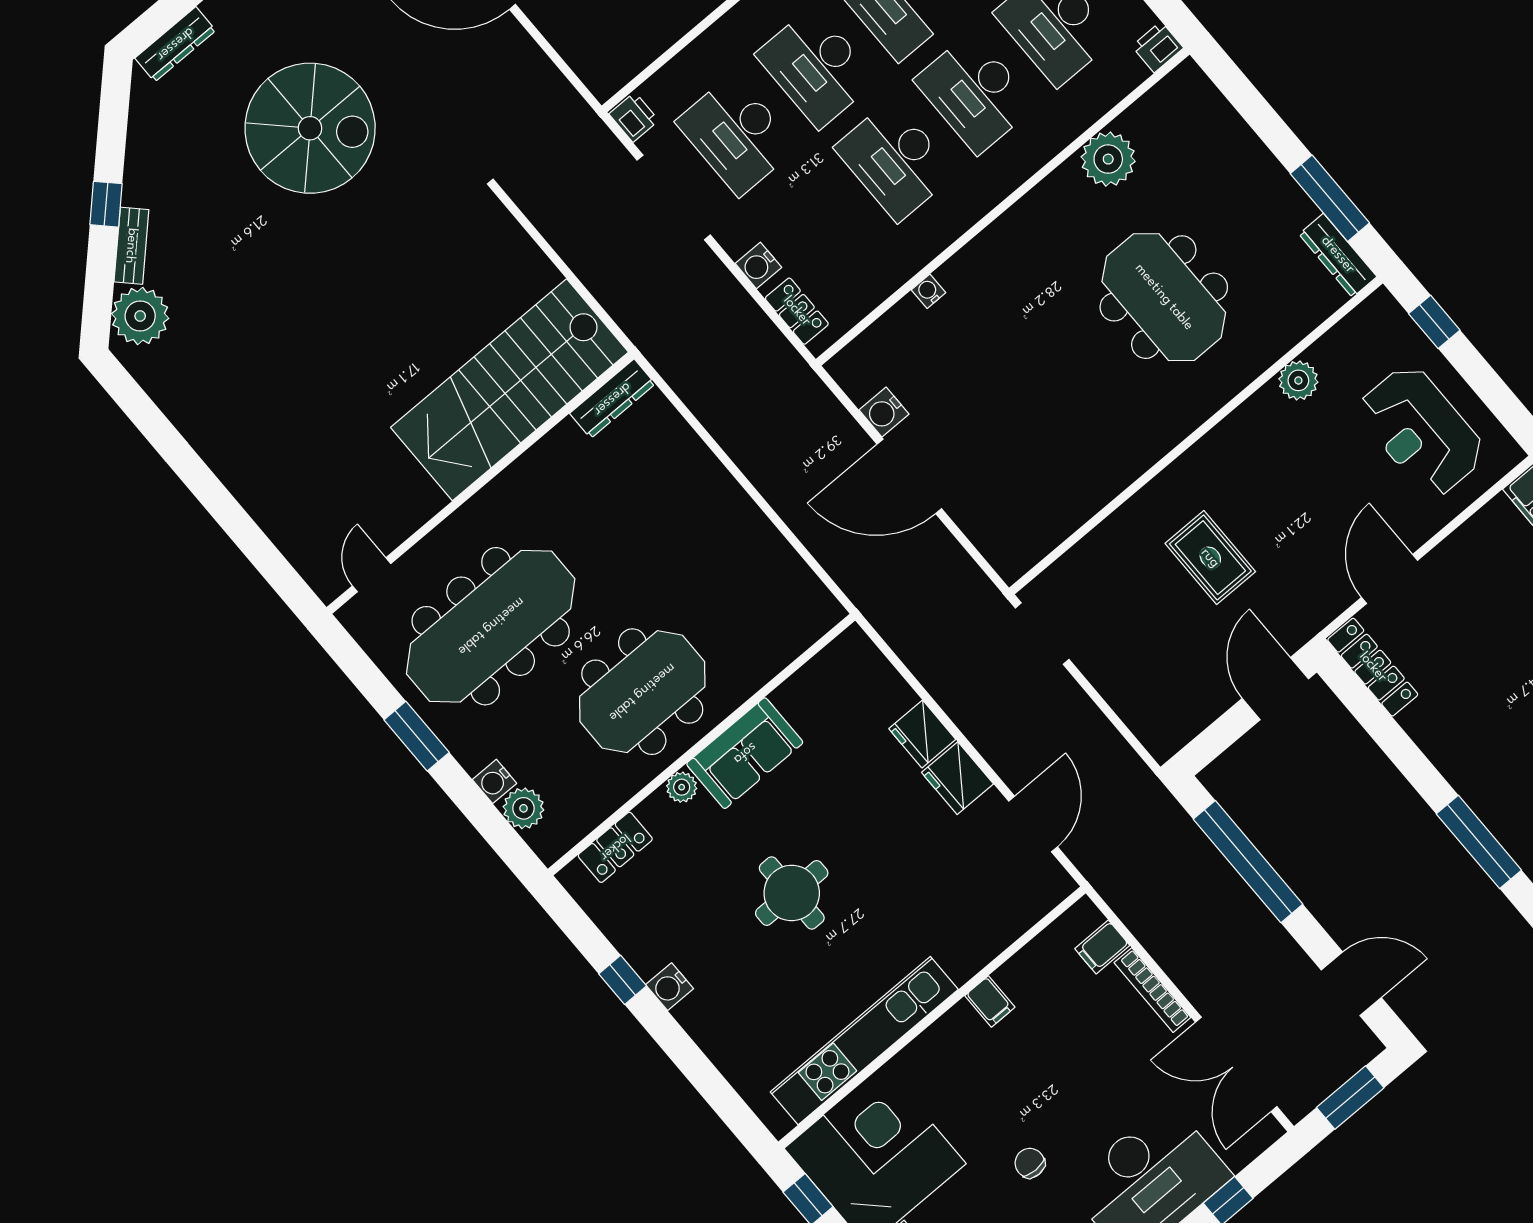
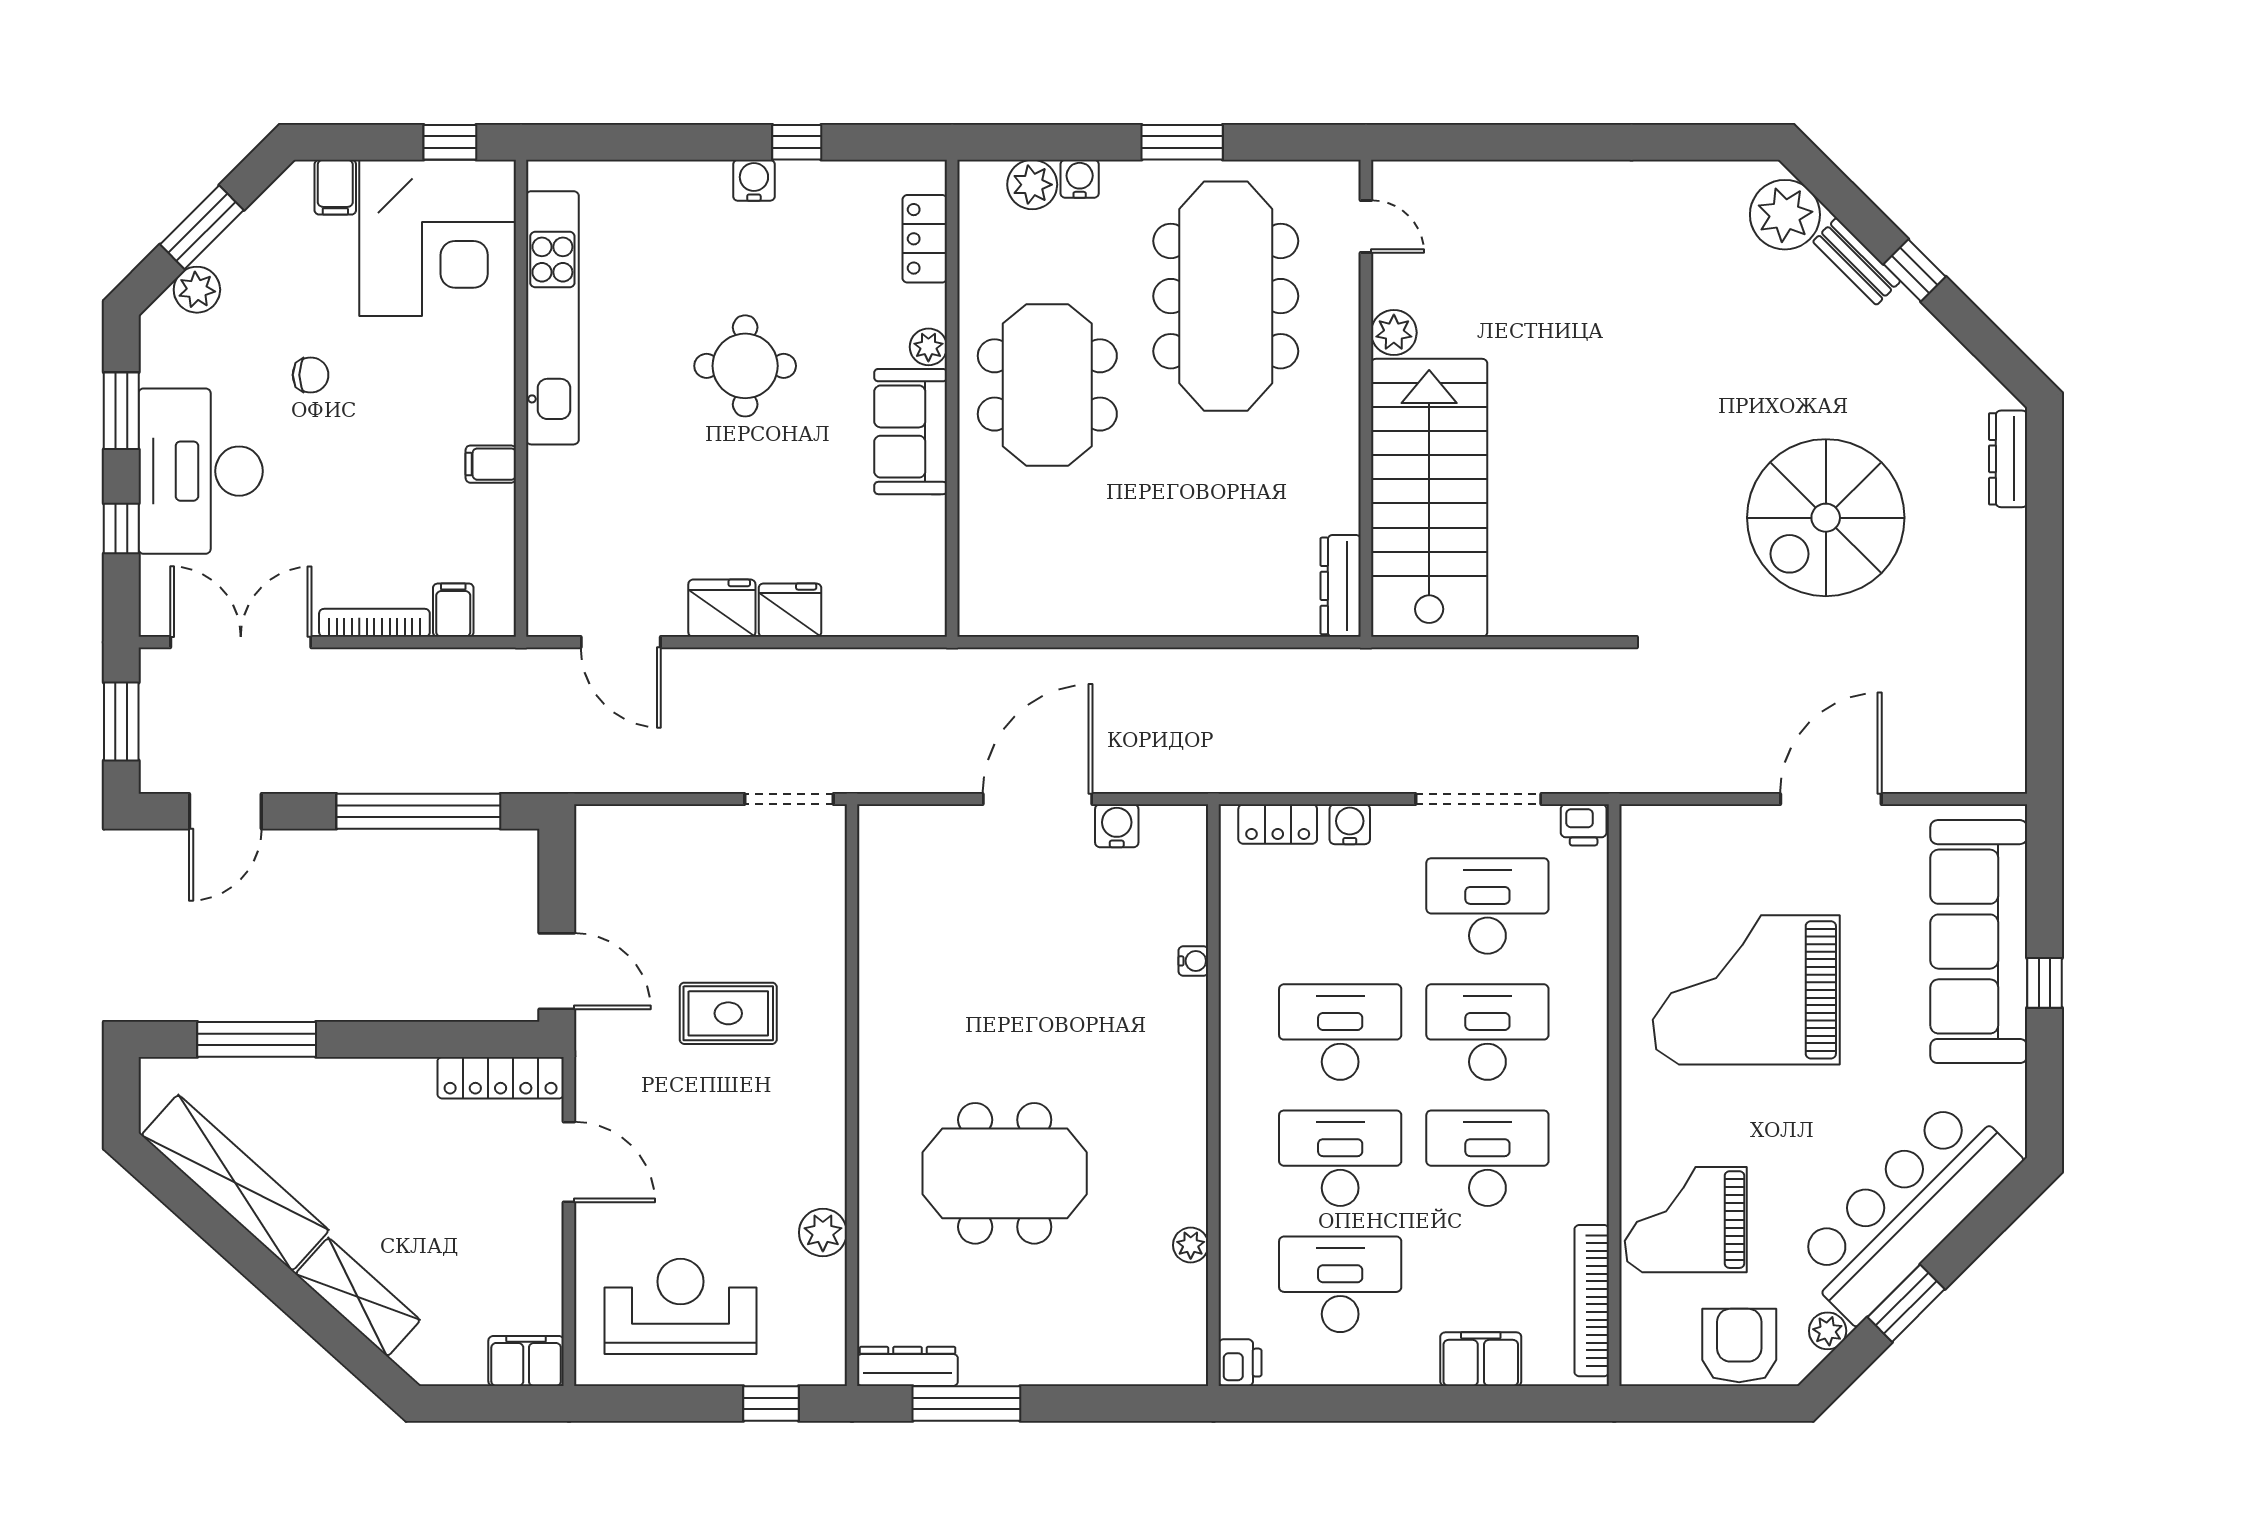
plant: (1108, 159) -> (1191, 1245), width x0.53, depth x0.53
plant: (424, 500) -> (1394, 333), added

